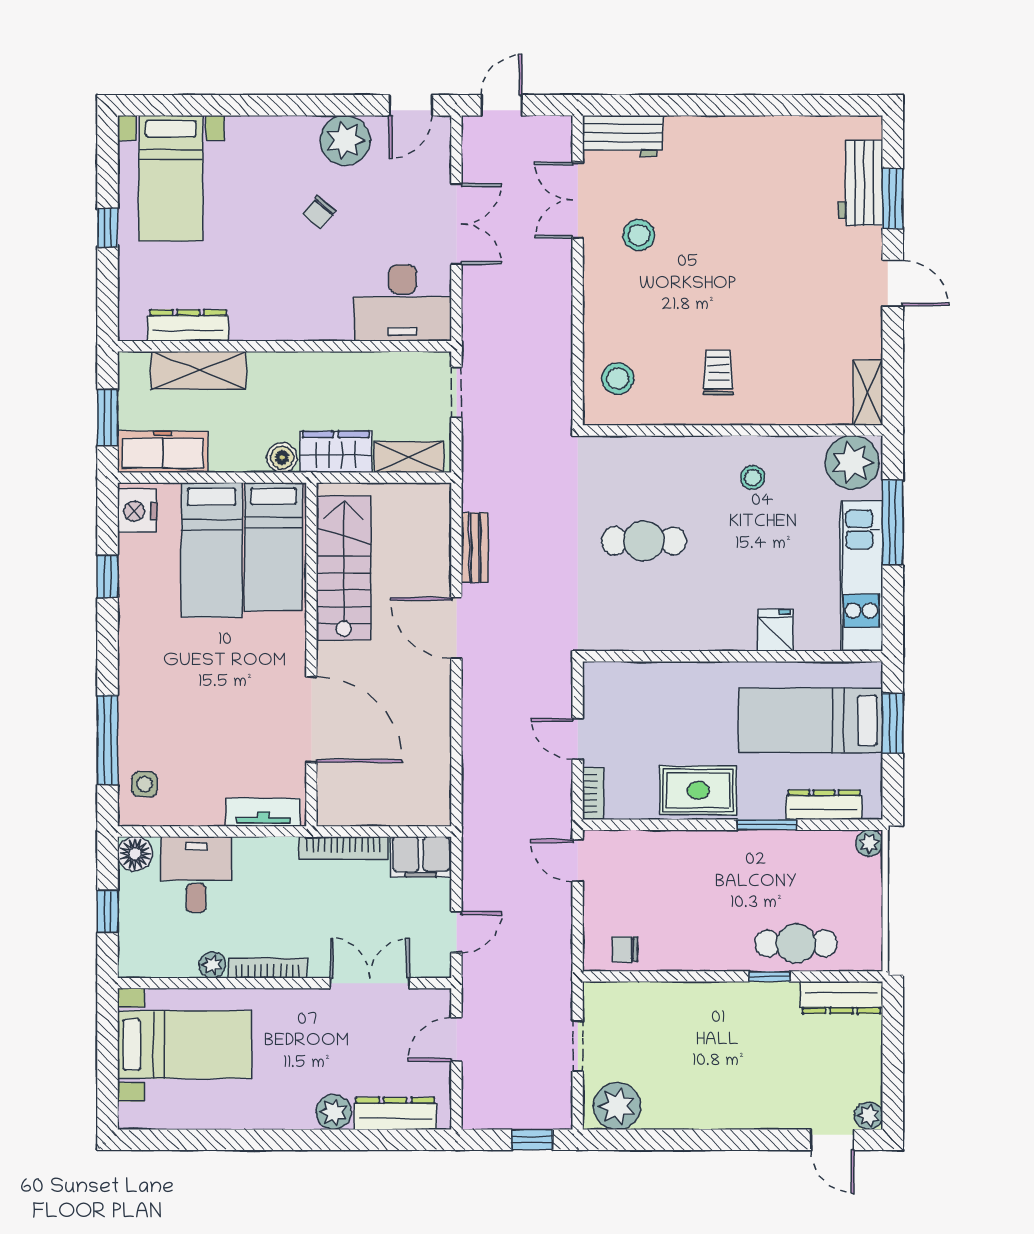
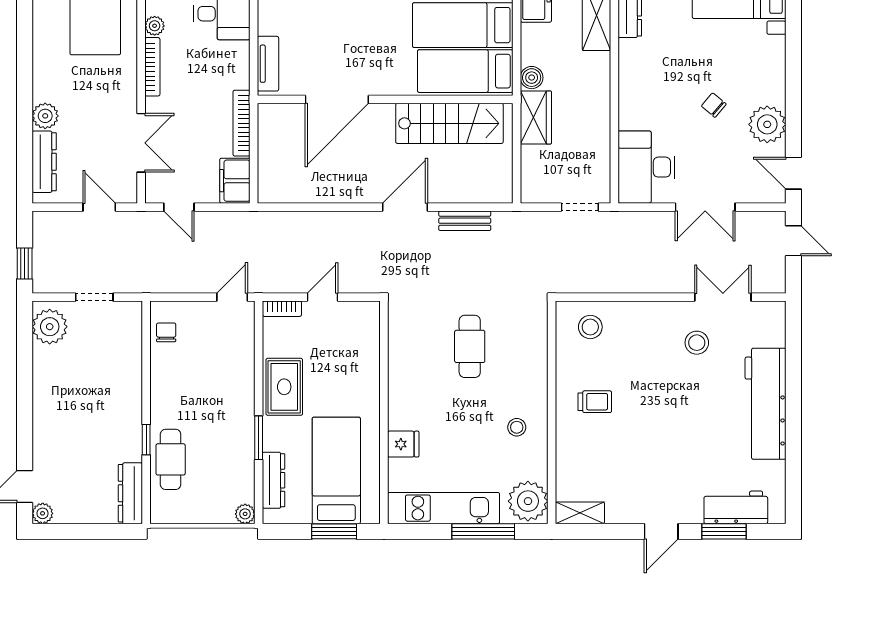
workbench: (623, 136) -> (765, 404), moved, width x1.88, depth x1.32
shelving: (409, 457) -> (532, 172), removed

